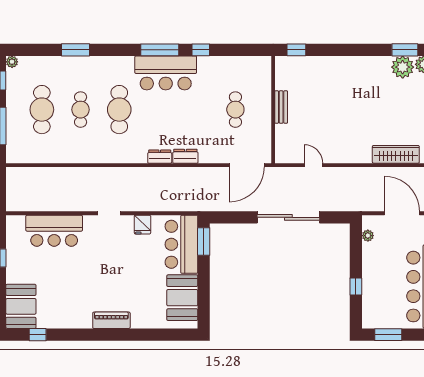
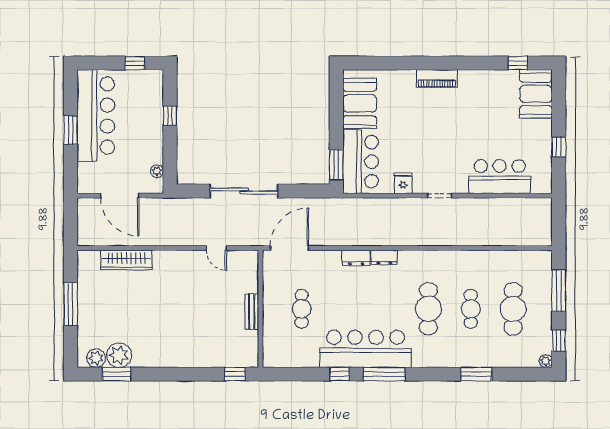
bar counter: (166, 73) -> (366, 349), width x1.36
window: (388, 335) -> (135, 63), width x0.67

